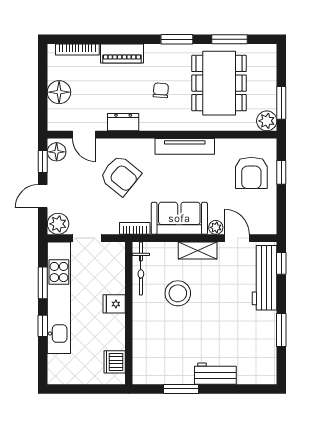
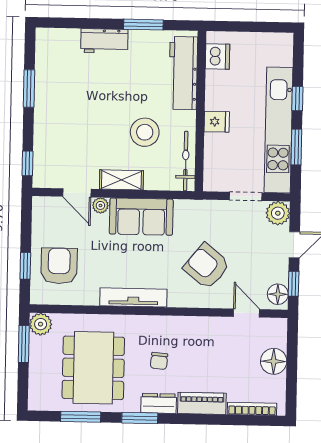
dresser: (123, 122) -> (159, 403), moved, turned 180
bookcase: (135, 228) -> (192, 206), removed
workbench: (265, 278) -> (183, 73), moved, turned 180

